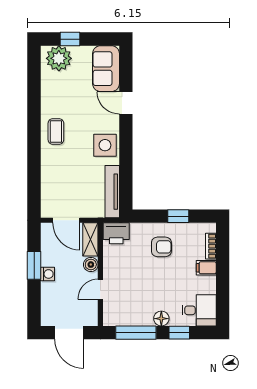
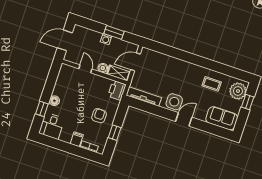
door: (126, 103) -> (184, 119), moved
coffee table: (56, 131) -> (212, 84), moved
armchair: (161, 247) -> (99, 116), turned 180
window: (136, 333) -> (51, 82), removed

